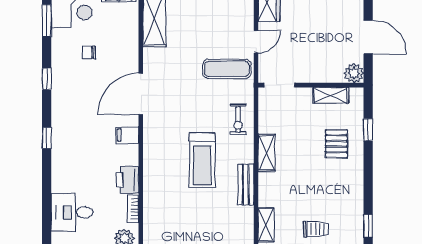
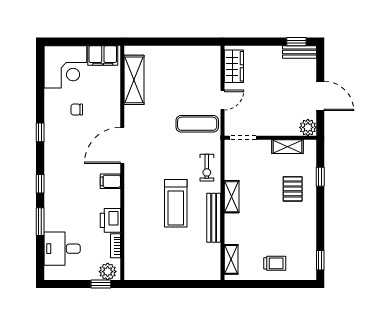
window: (47, 20) -> (40, 222), moved
bench: (246, 184) -> (214, 218), width x1.36

